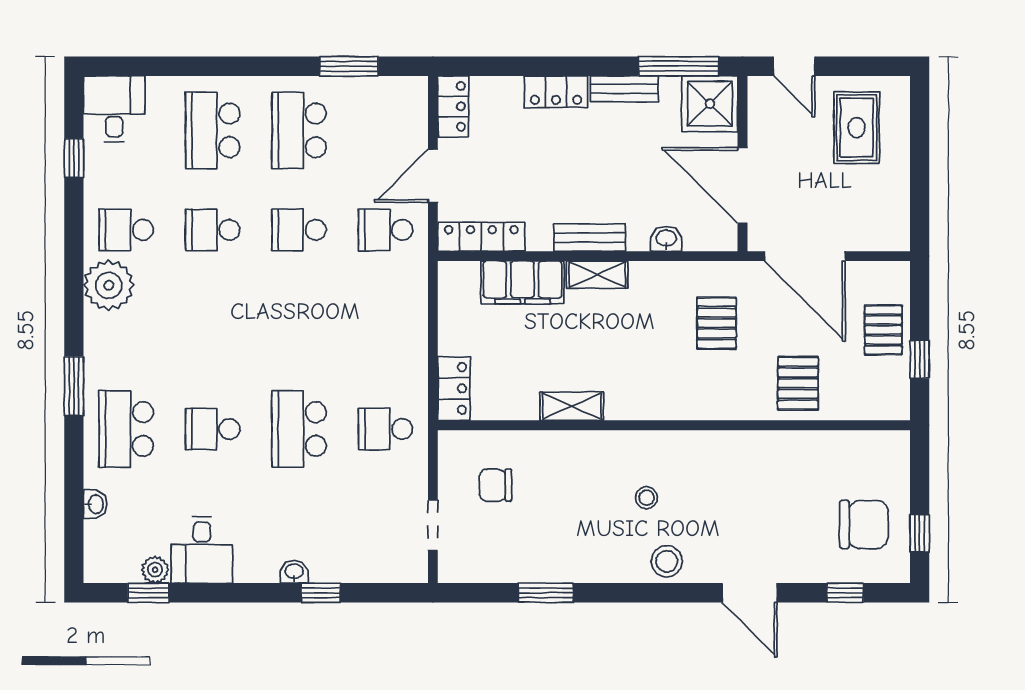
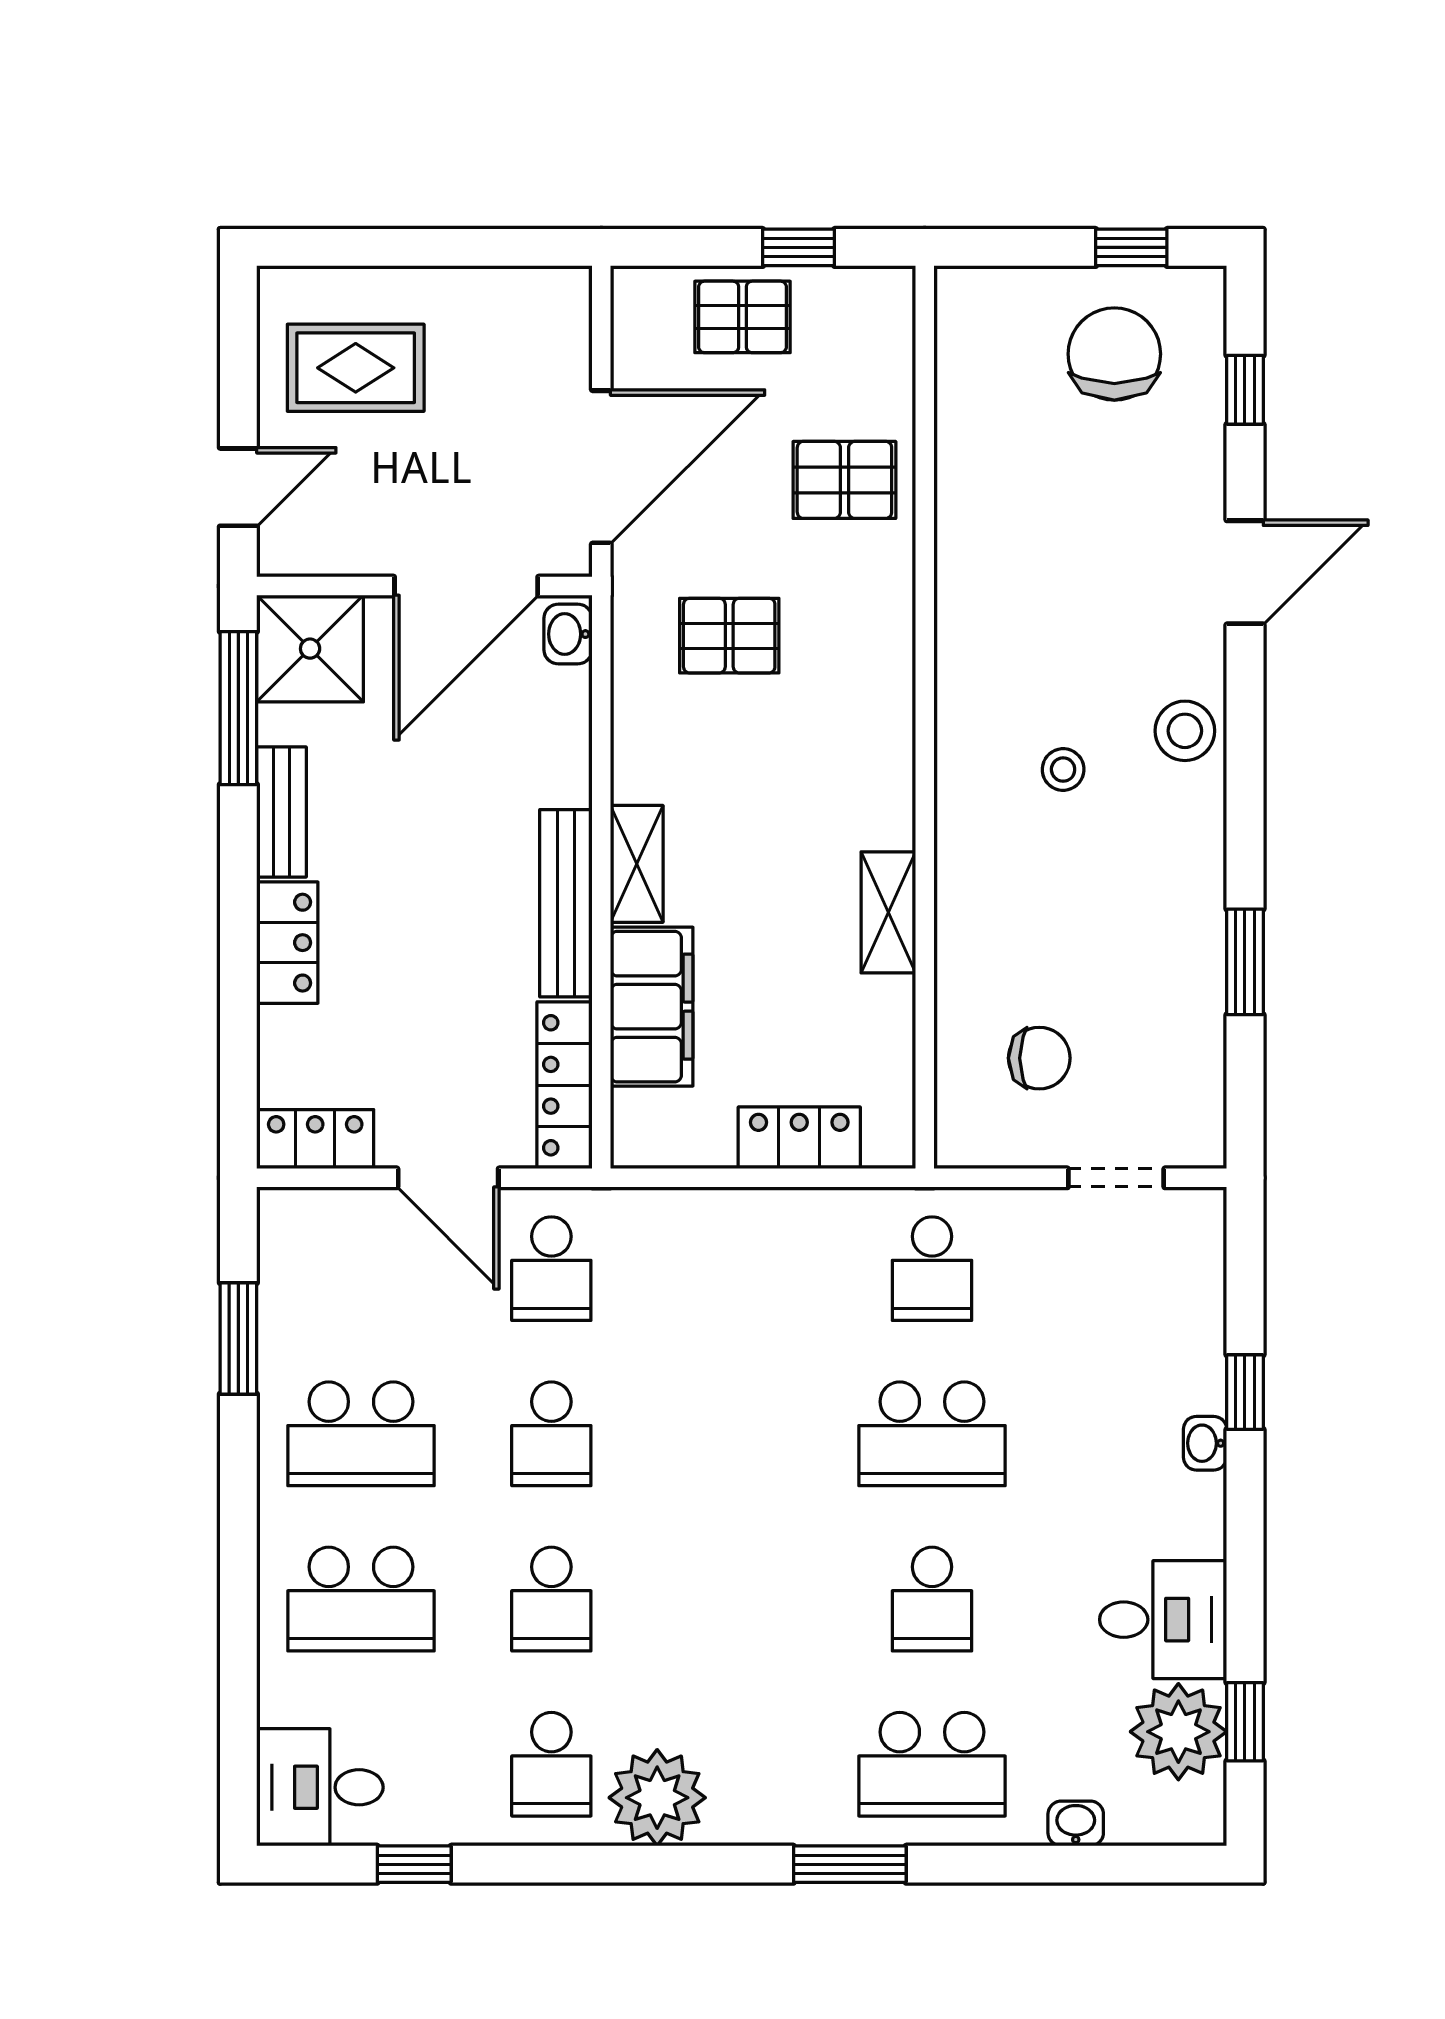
bench: (590, 238) -> (566, 903), width x1.36
washbasin: (666, 239) -> (568, 634), moved
locker: (454, 388) -> (799, 1138), moved
chair: (496, 485) -> (1039, 1058), turned -90
plant: (155, 570) -> (1178, 1732), width x1.88, depth x1.88

